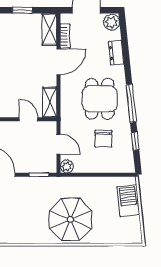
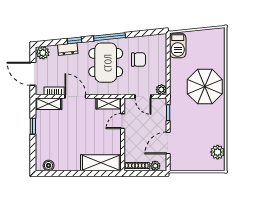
dining table: (100, 99) -> (106, 63), width x1.38
window: (135, 141) -> (74, 40), moved
door: (59, 144) -> (143, 96), swing flipped
barbecue: (128, 201) -> (178, 46), moved, turned -84

